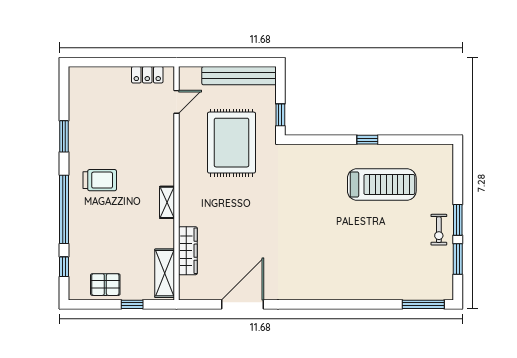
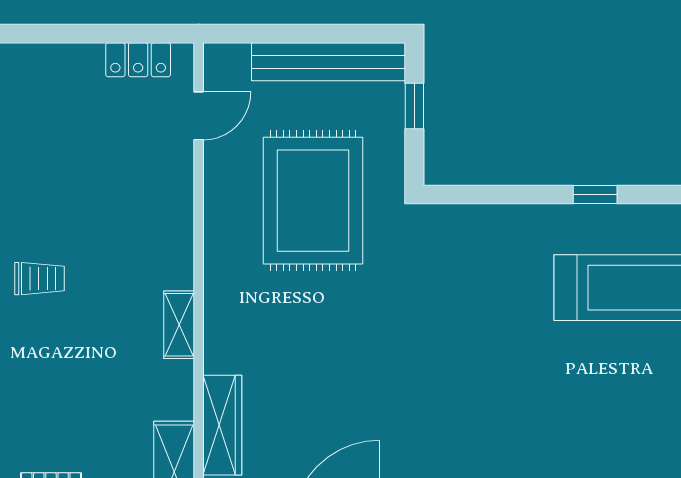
window: (280, 115) -> (414, 106), moved
trolley: (100, 180) -> (39, 279), width x0.73, depth x0.72

